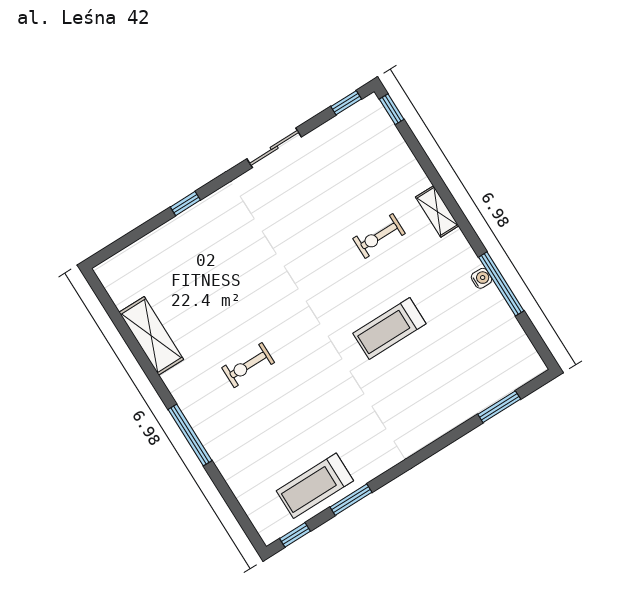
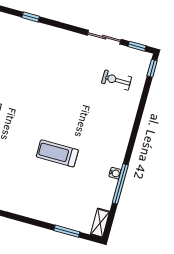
sliding door: (274, 148) -> (104, 37), moved
shelving: (437, 211) -> (100, 223), moved
exercise bike: (379, 236) -> (117, 80), moved

